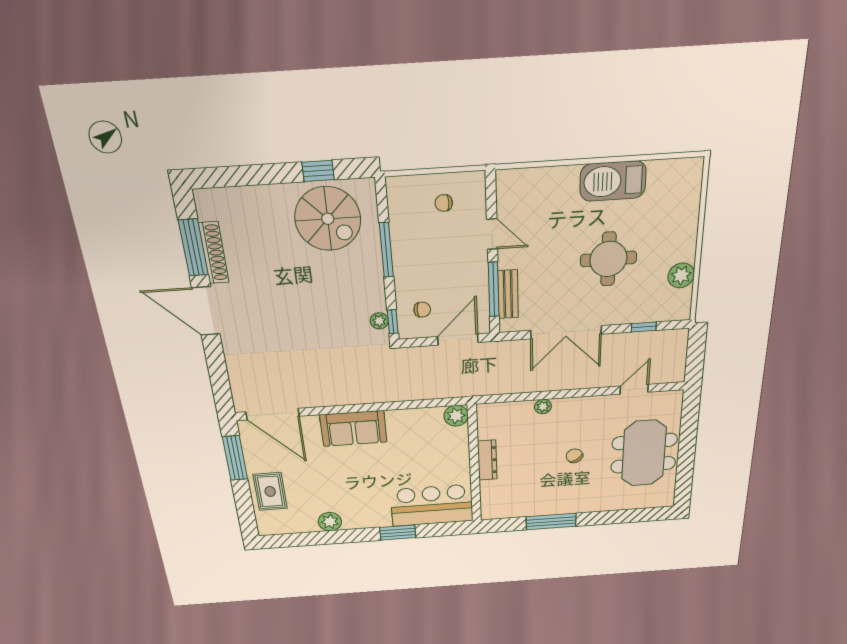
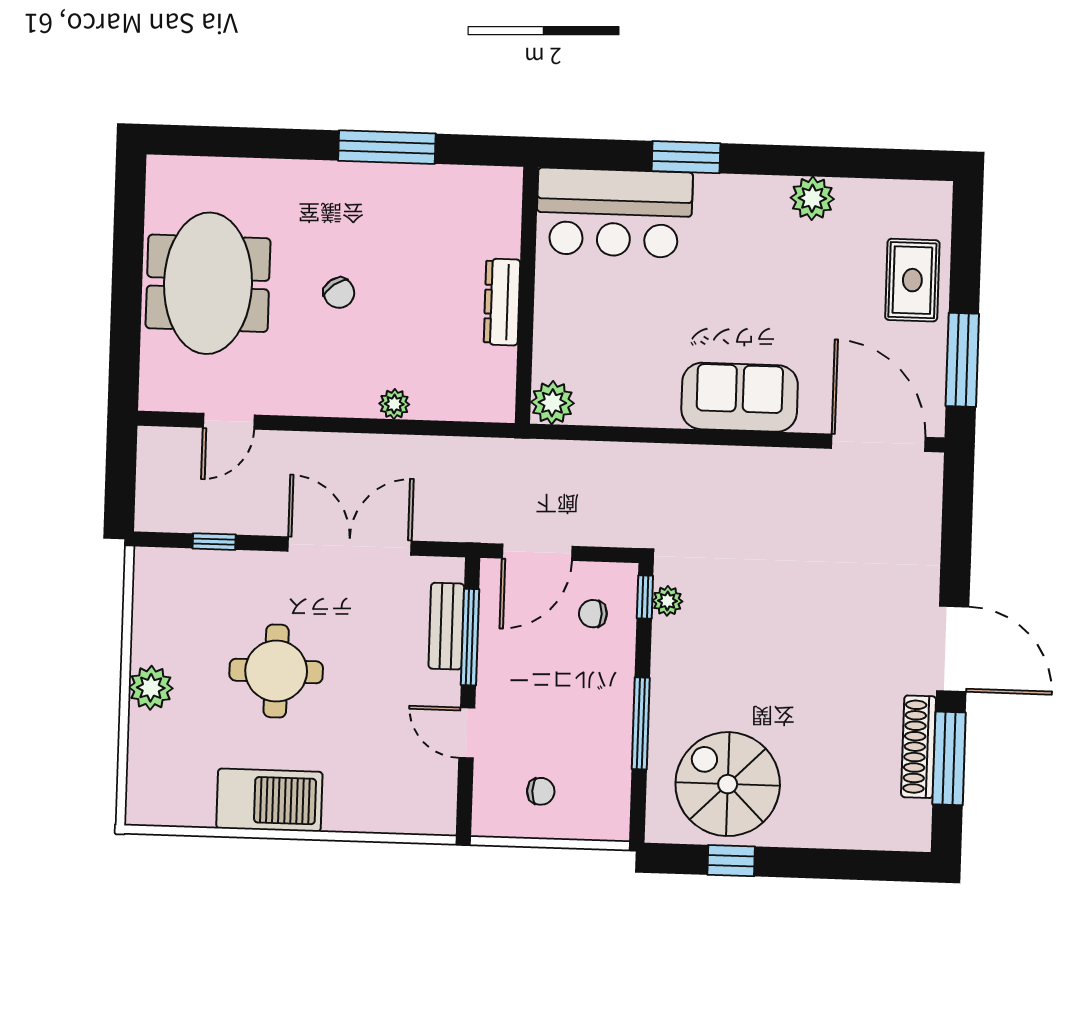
plant: (681, 275) -> (151, 688), moved

